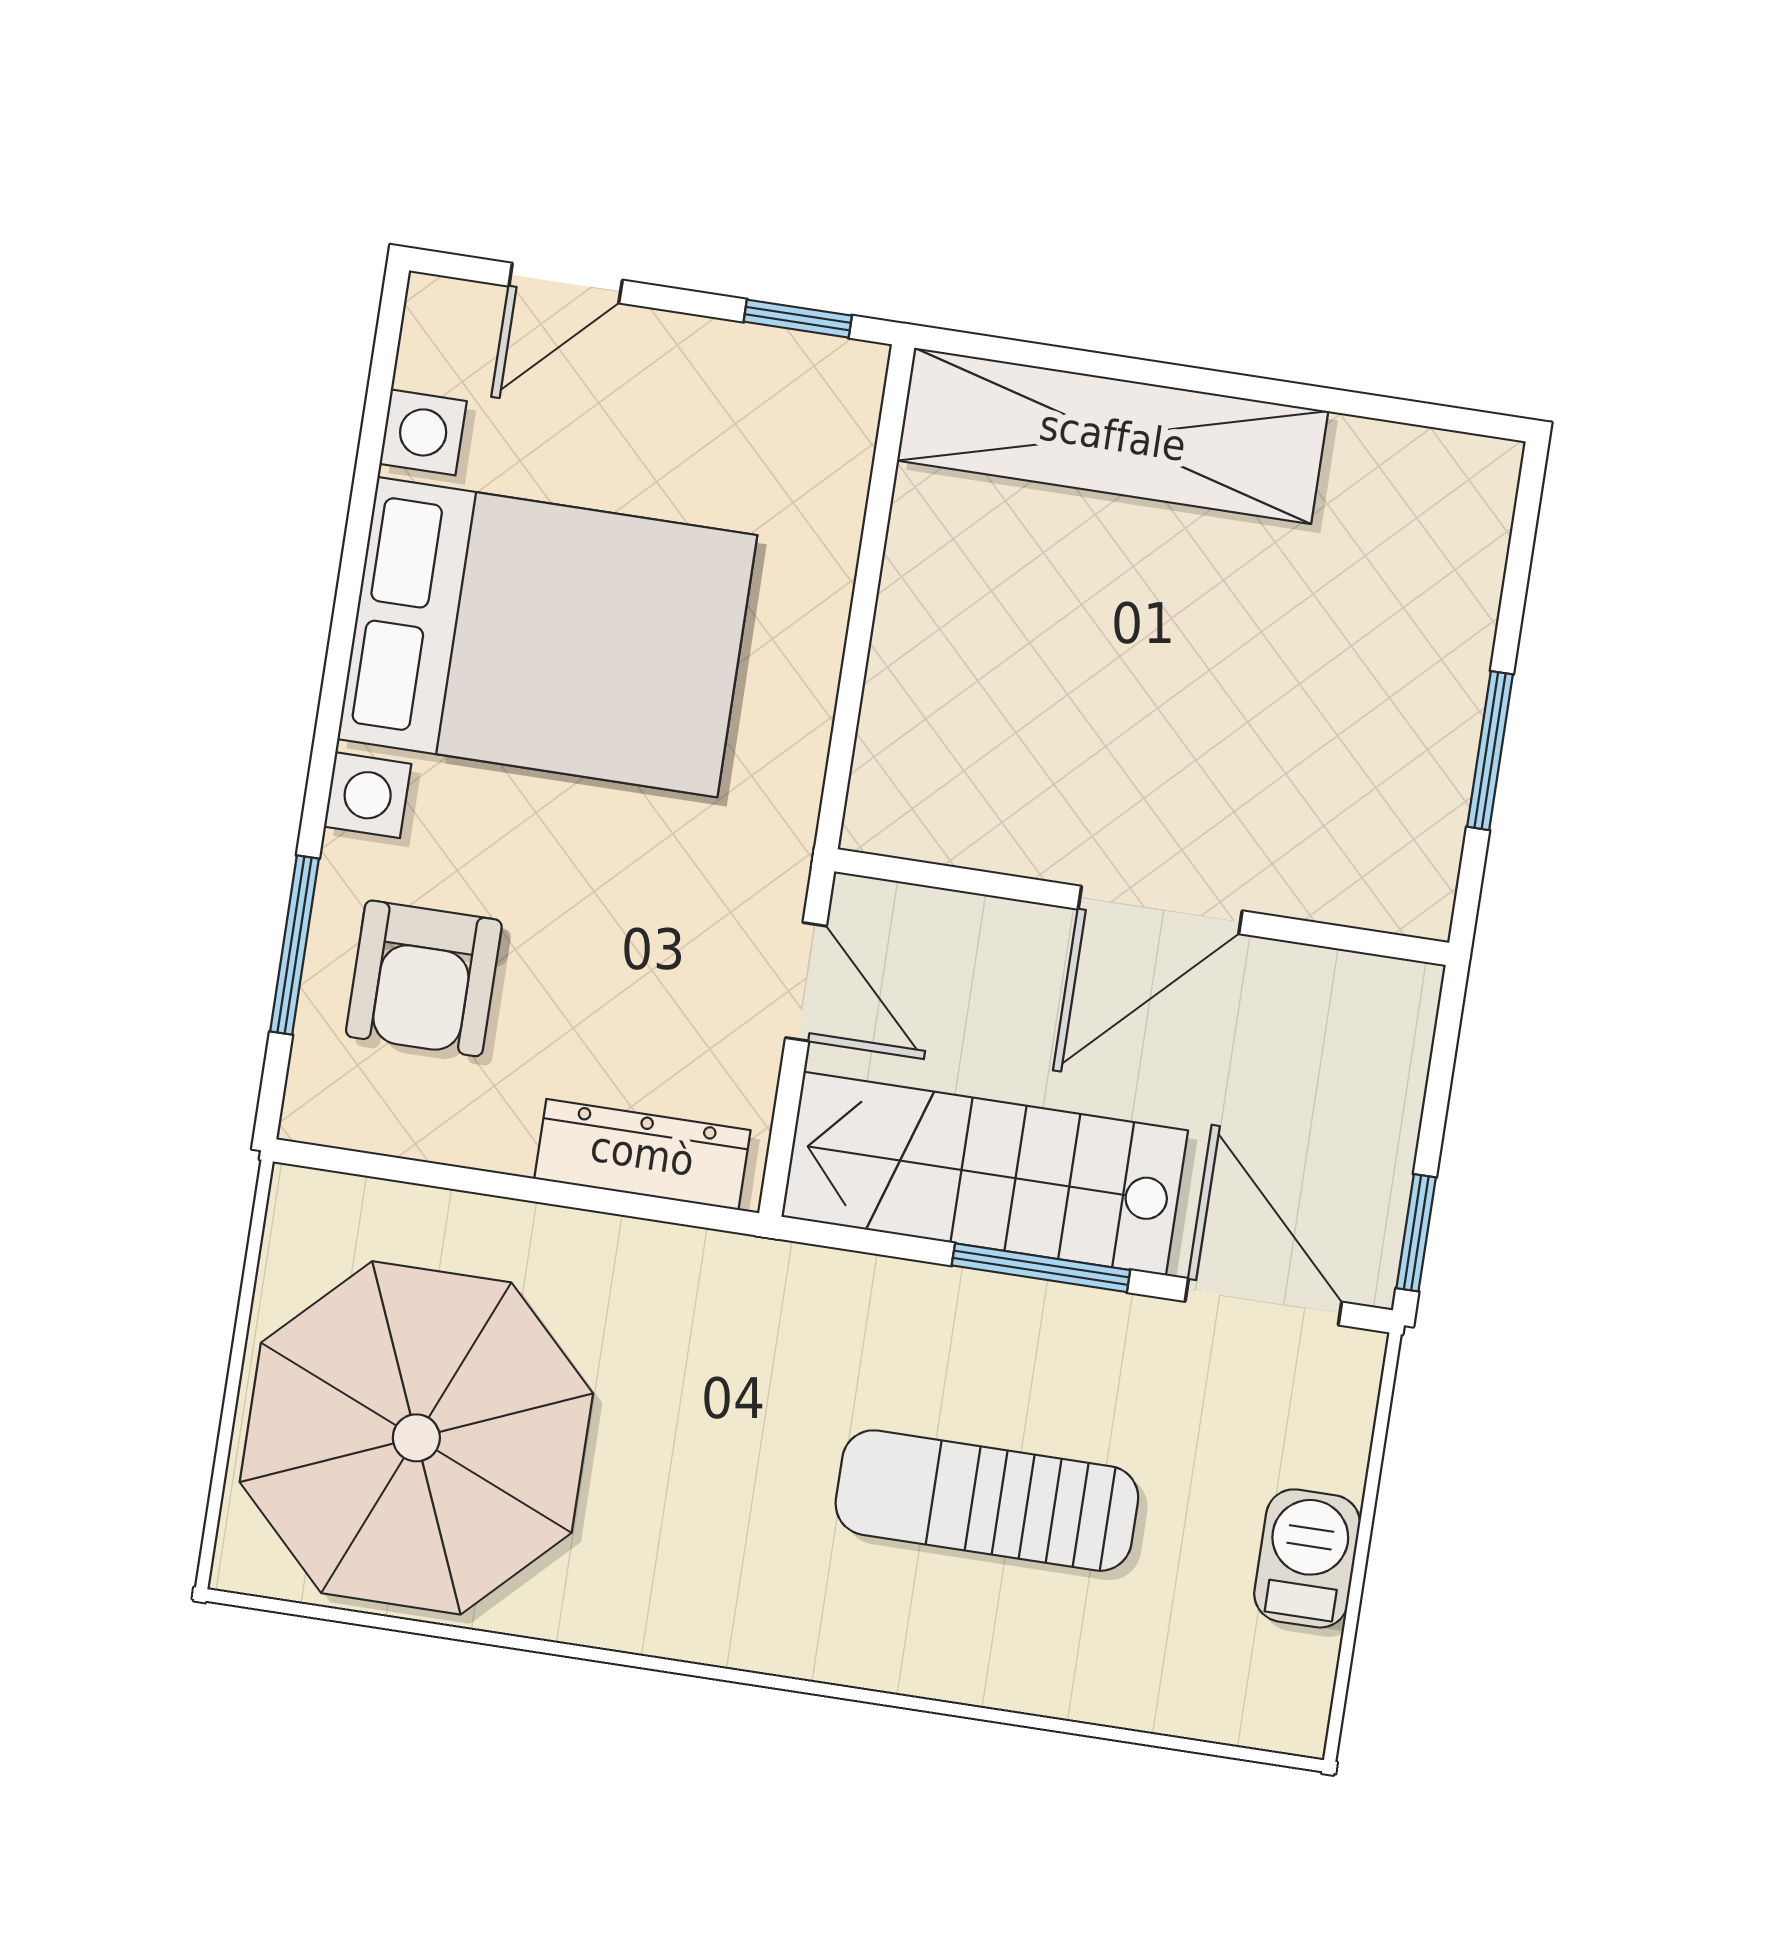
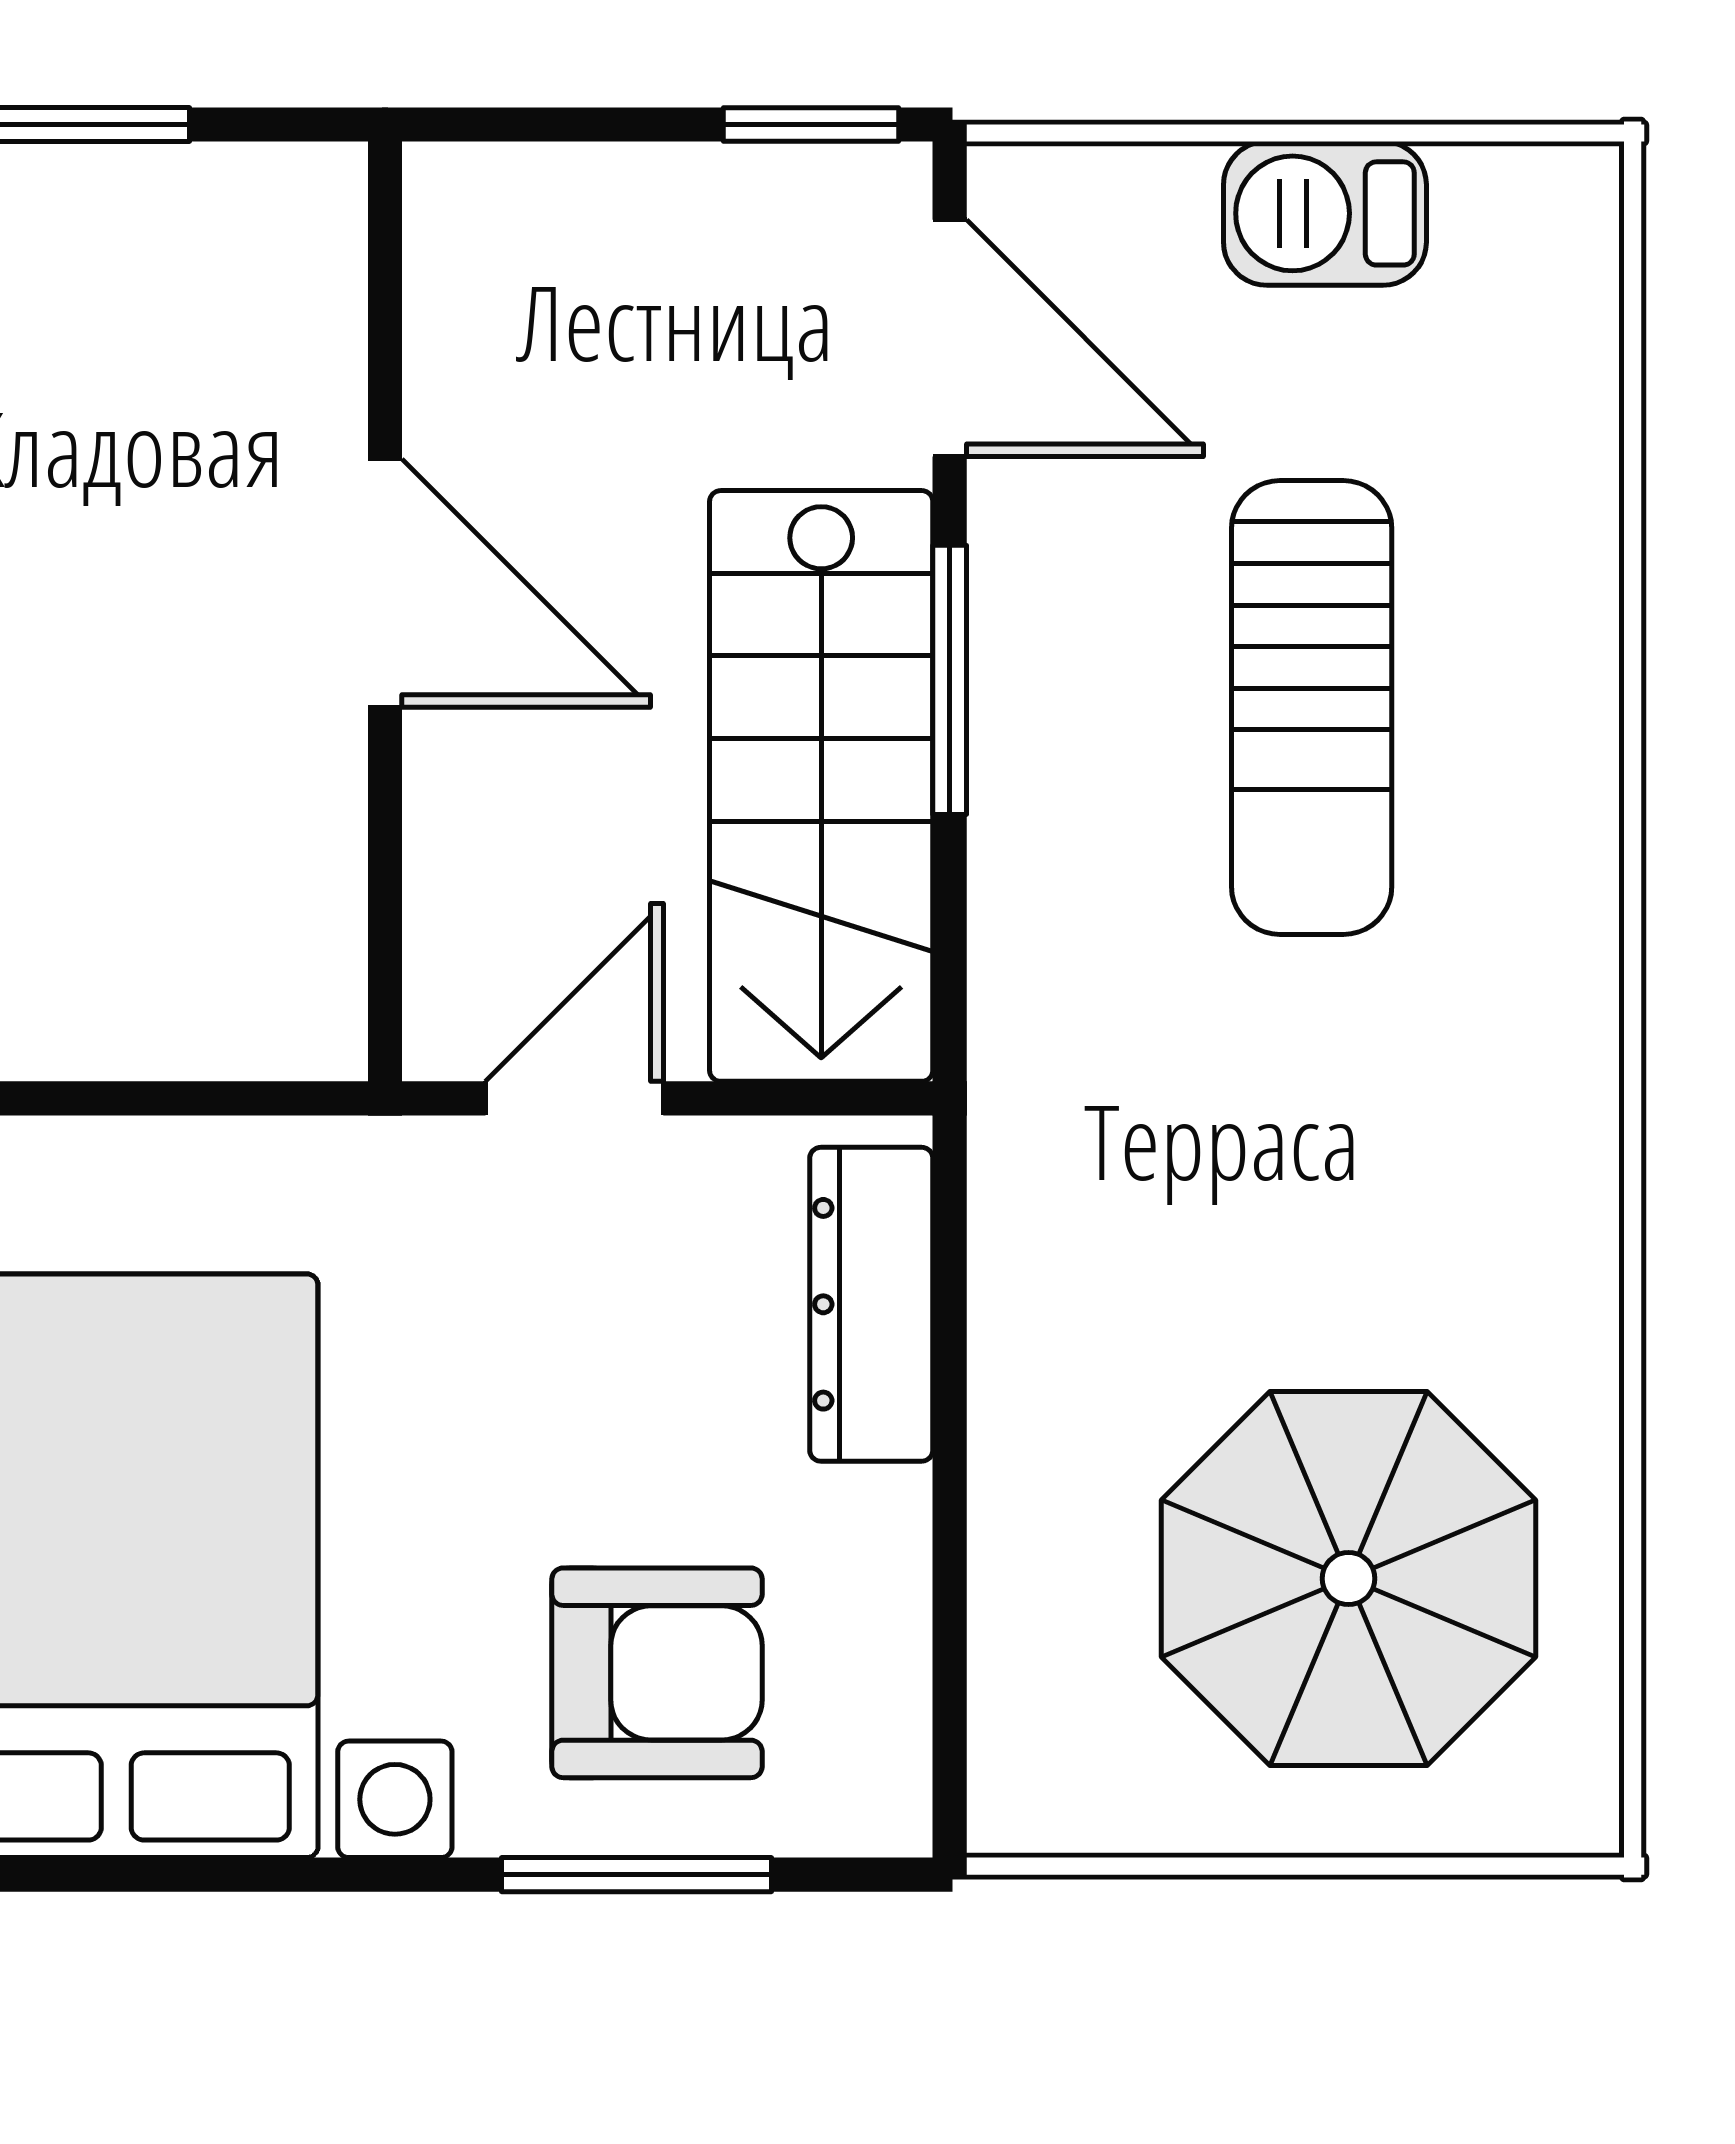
door: (1263, 1302) -> (950, 338), swing flipped
parasol: (416, 1438) -> (1348, 1579), width x0.73, depth x0.73

